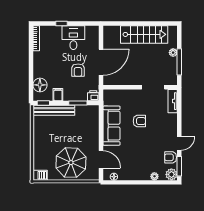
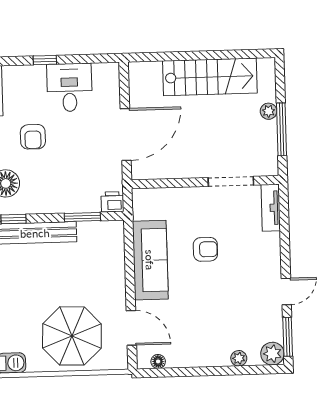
armchair: (78, 70) -> (33, 137), moved
filing cabinet: (58, 95) -> (42, 201), removed
armchair: (171, 157) -> (270, 320), removed

